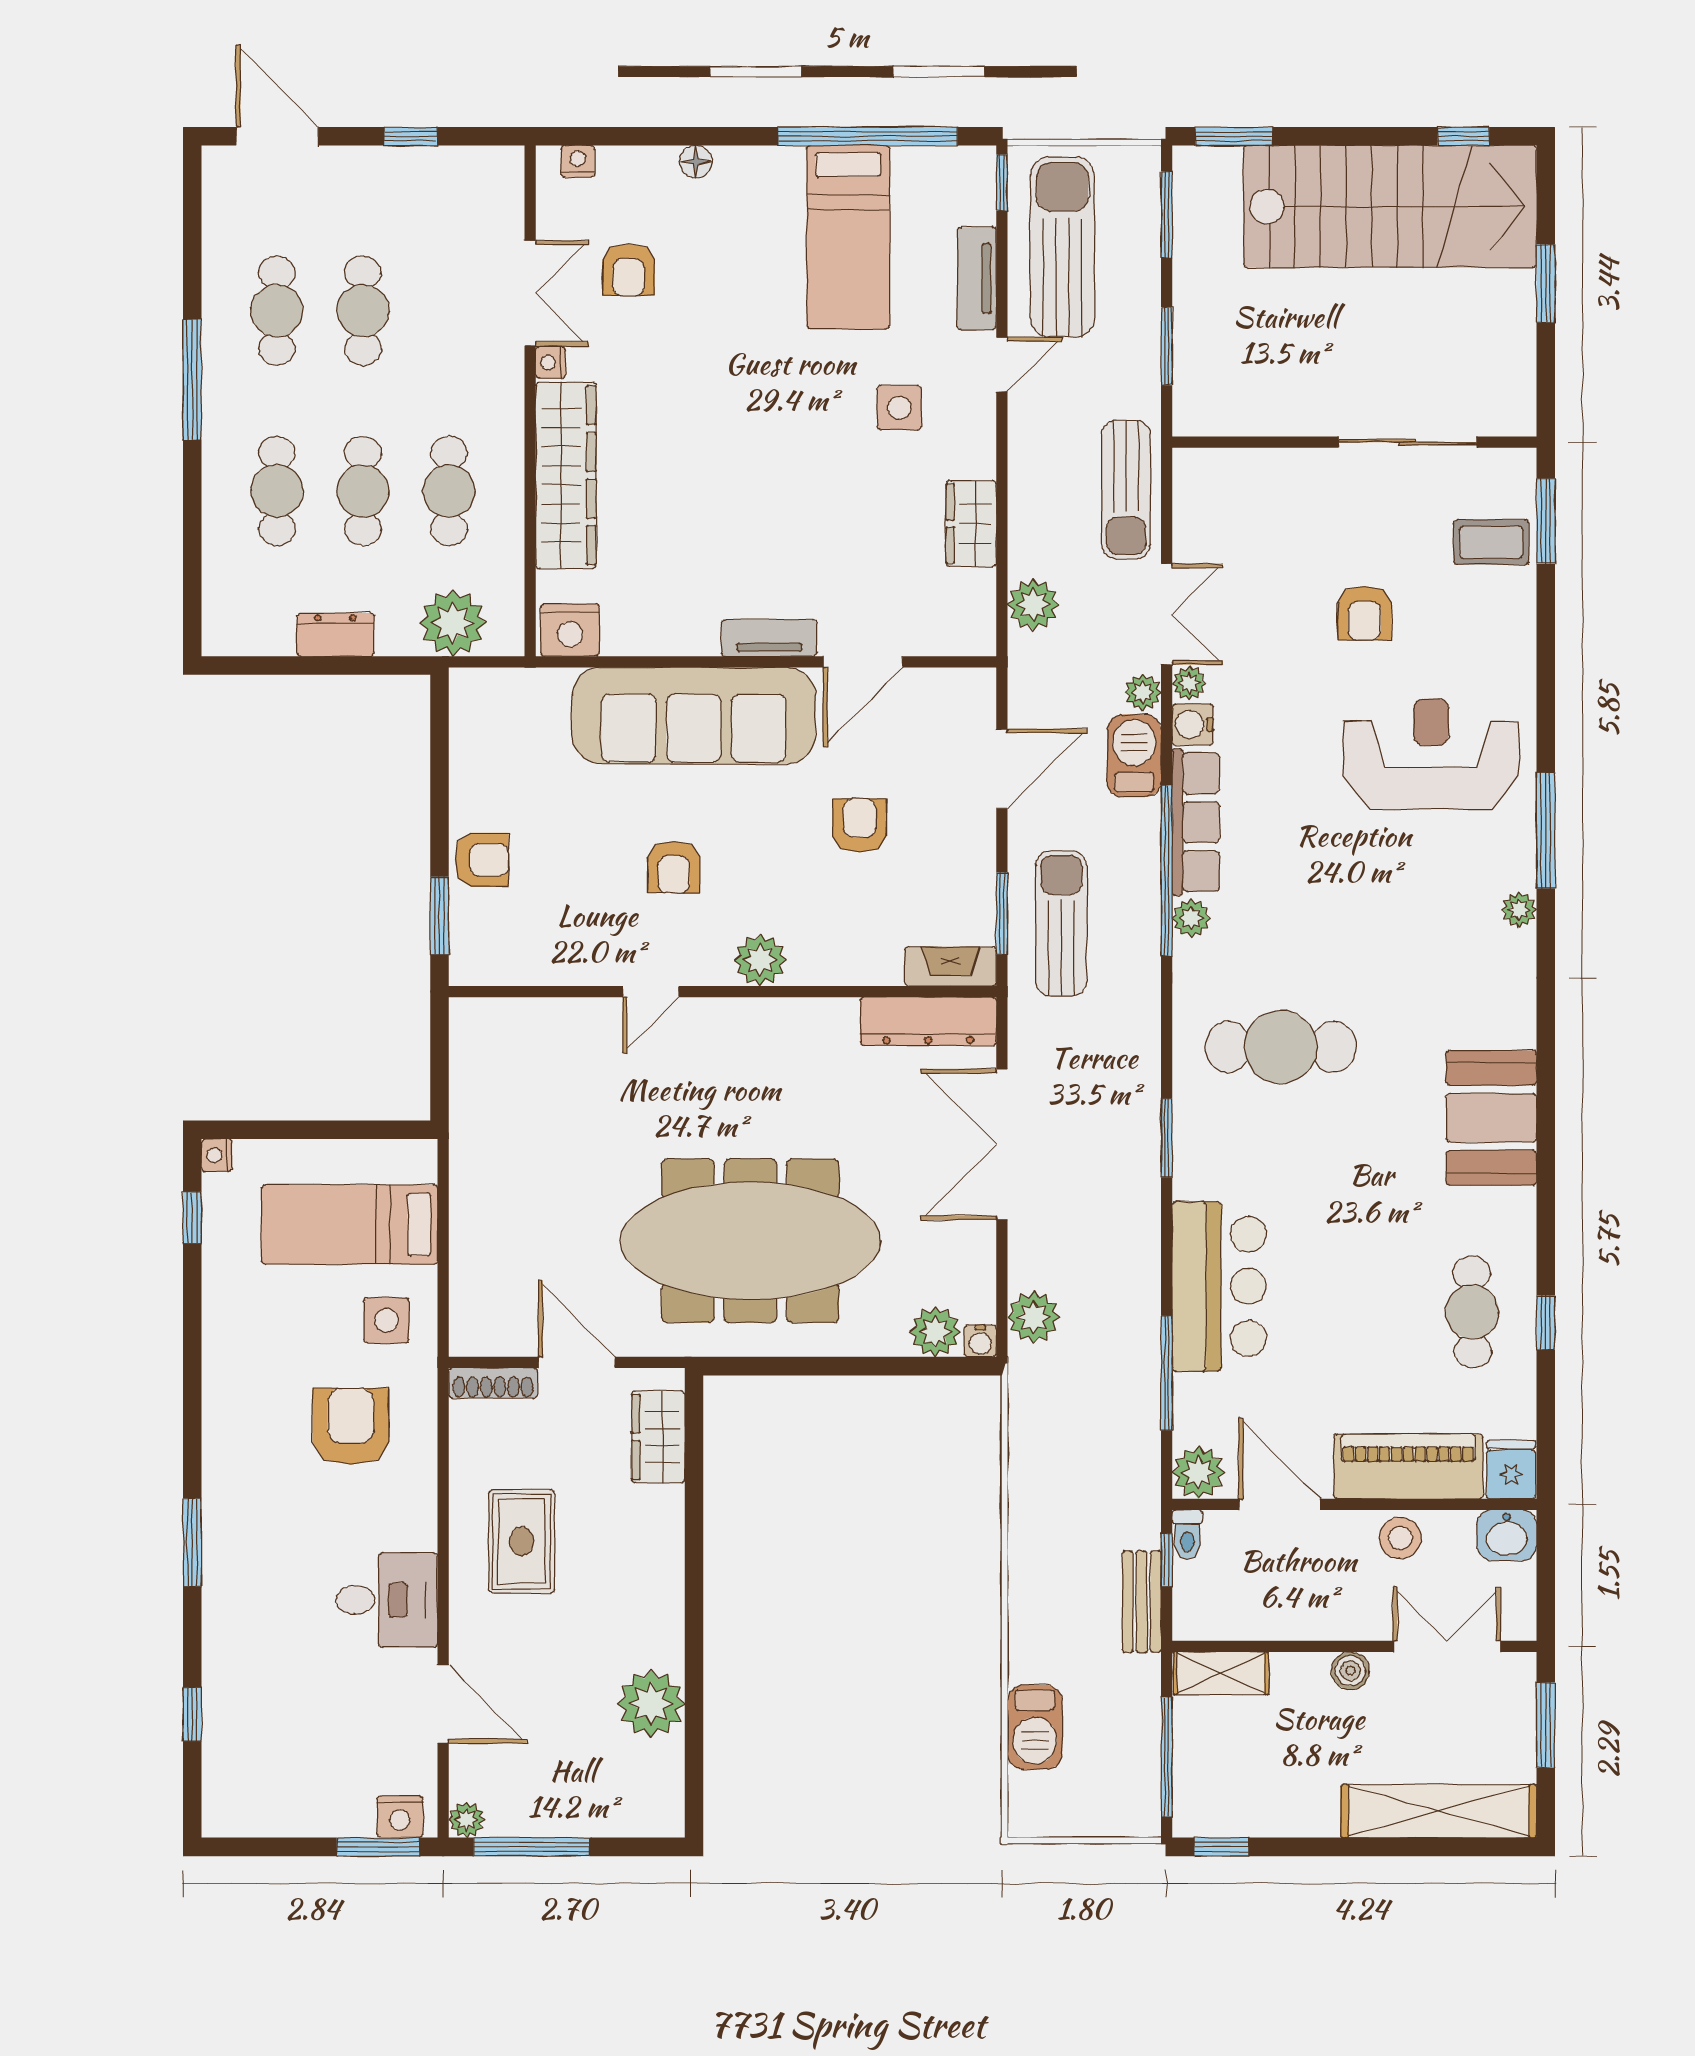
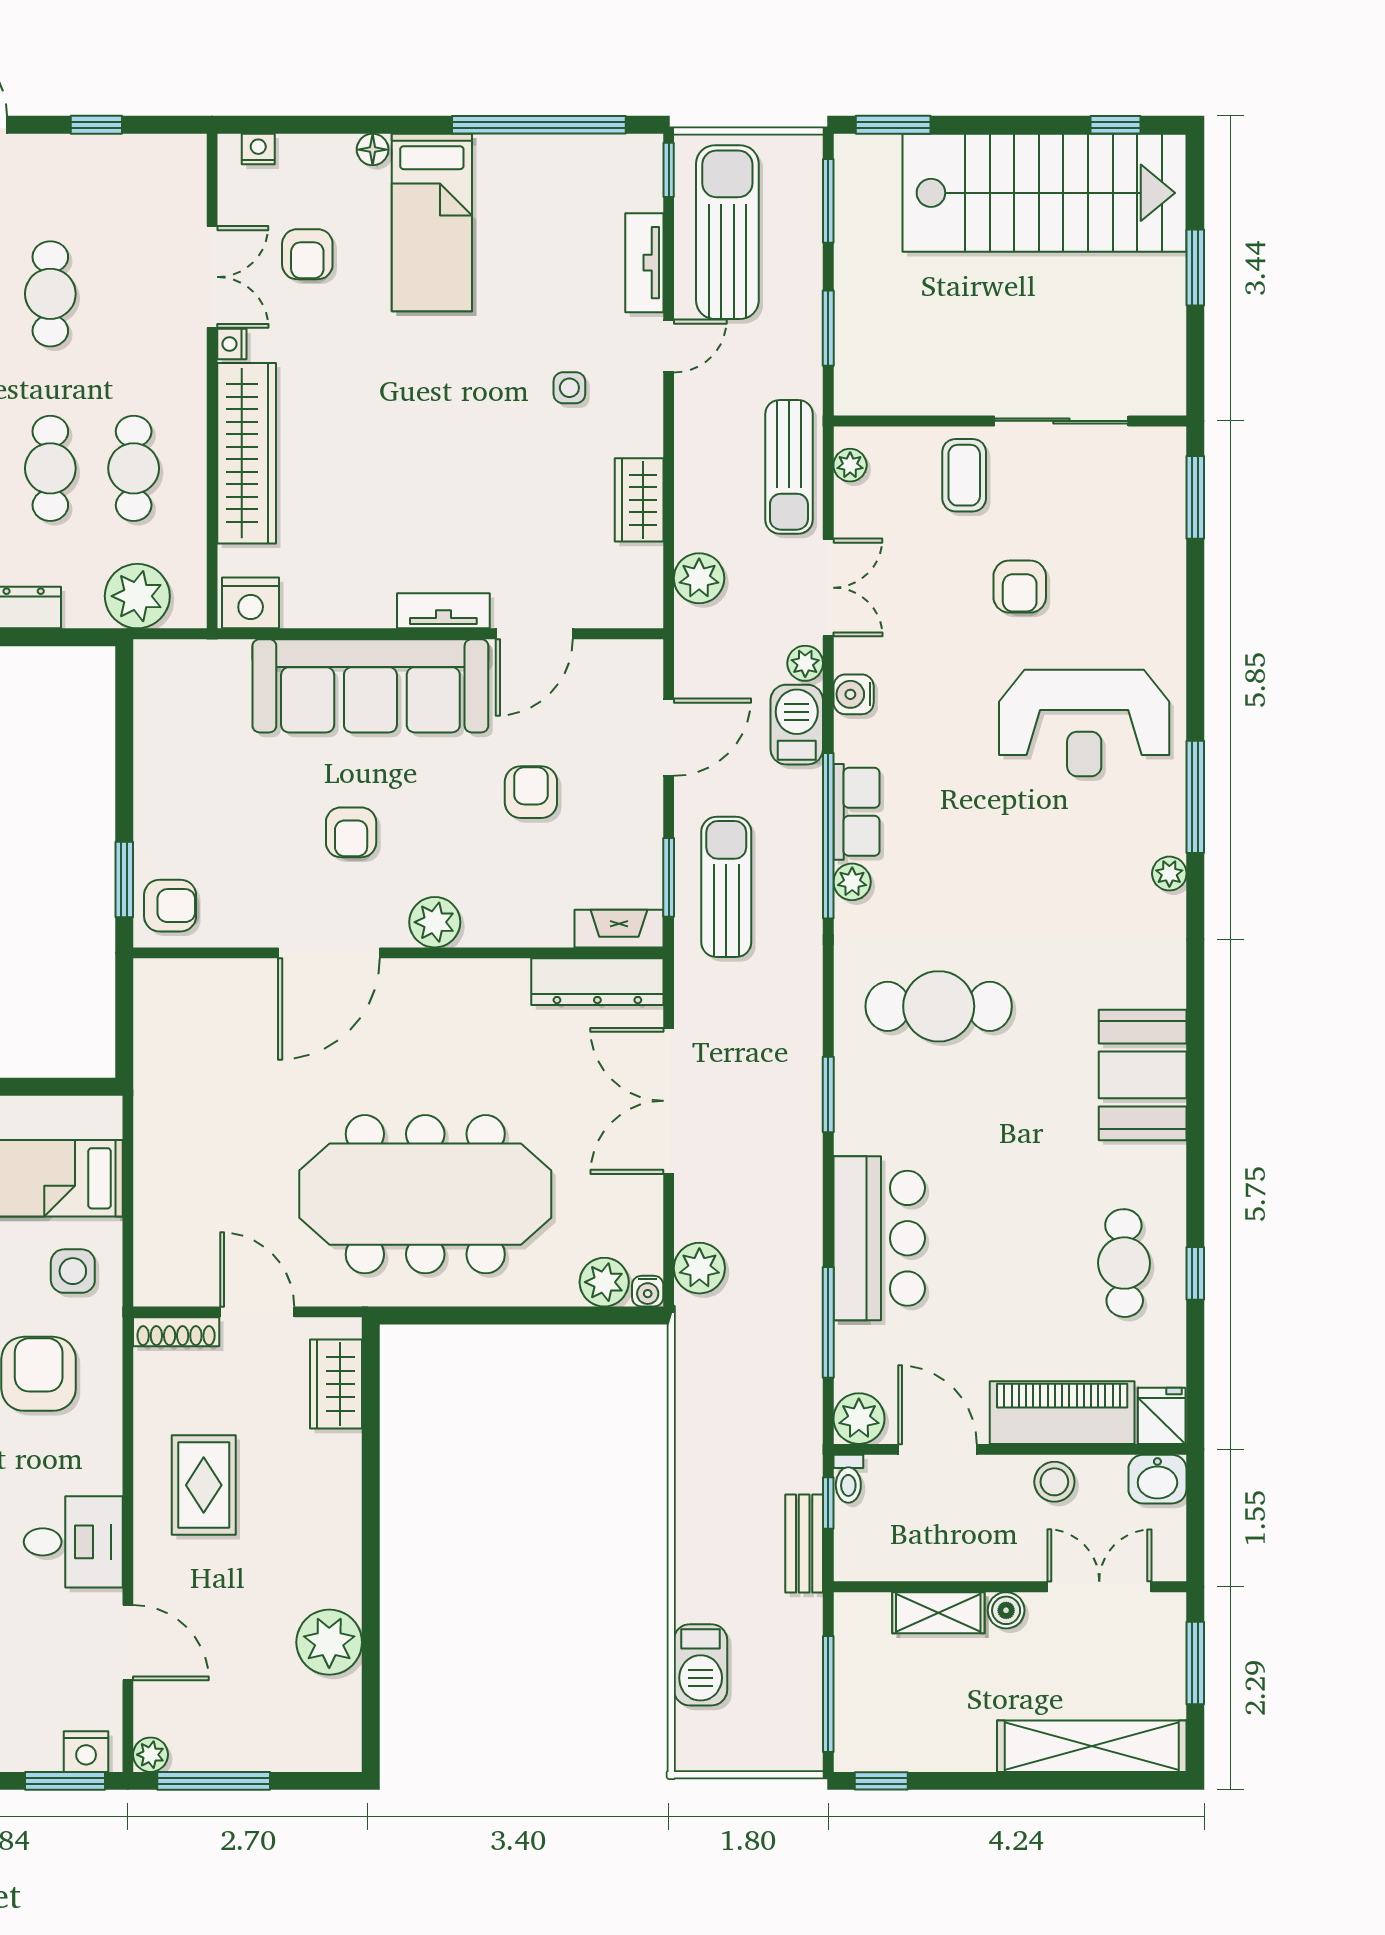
bed: (848, 237) -> (432, 223), moved
side table: (899, 408) -> (569, 388), width x0.73, depth x0.73
coffee table: (1491, 542) -> (964, 475), moved, turned 90
plant: (1189, 683) -> (850, 465), moved
reception desk: (1431, 754) -> (1084, 723), turned 180
row of seats: (1196, 822) -> (856, 812), width x0.68
armchair: (482, 860) -> (170, 906), moved
door: (651, 992) -> (329, 953), width x1.87
shelving: (1221, 1673) -> (938, 1613), moved

